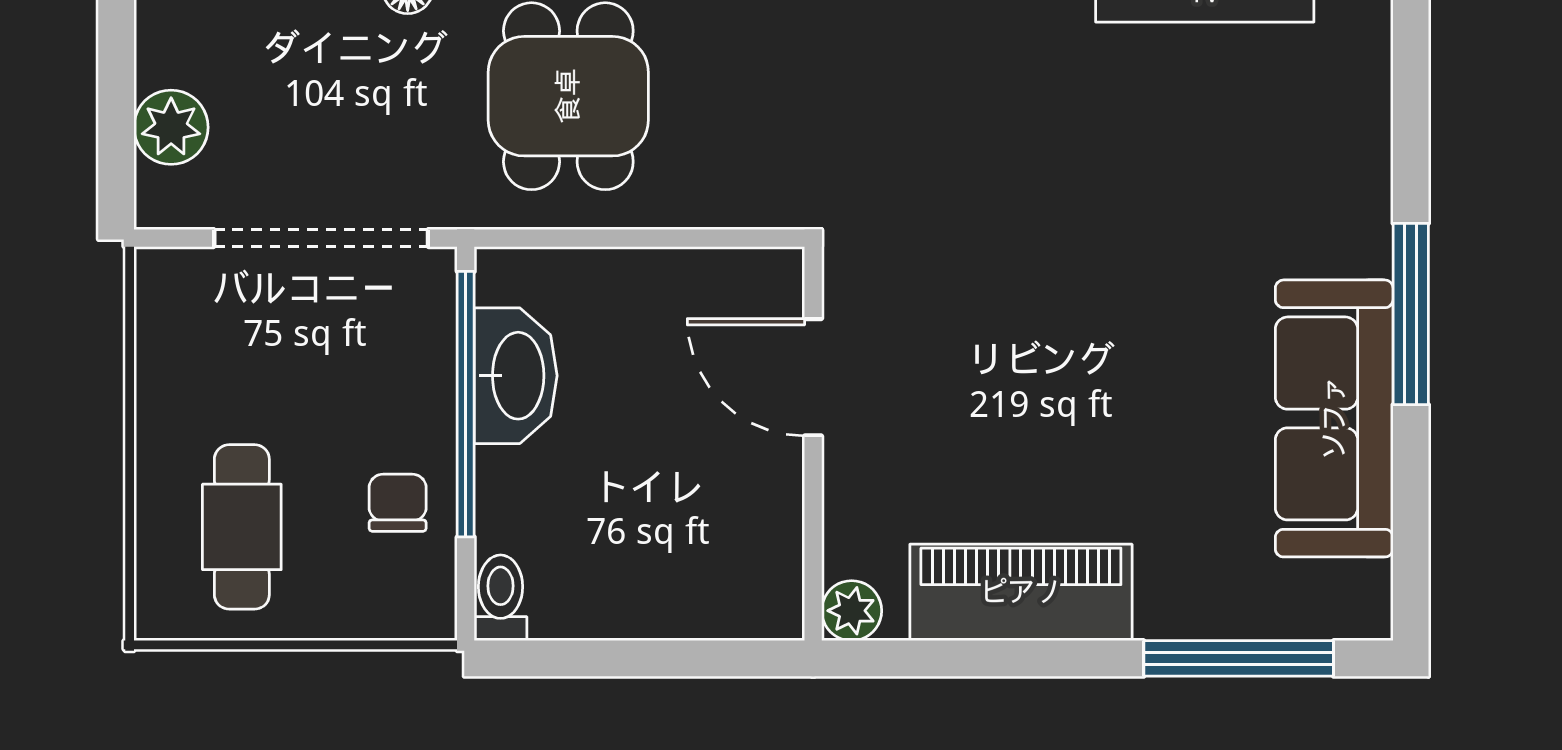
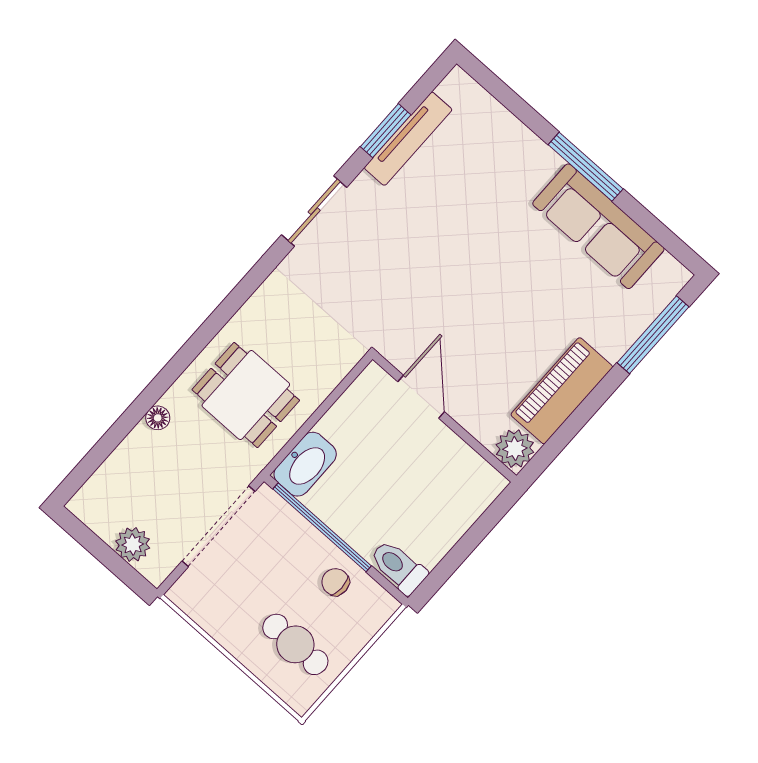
washbasin: (516, 376) -> (305, 464), moved, turned 90
door: (813, 377) -> (421, 397), swing flipped
toilet: (501, 598) -> (398, 567), width x1.37, depth x1.39
plant: (852, 611) -> (515, 449), width x1.38, depth x1.38

